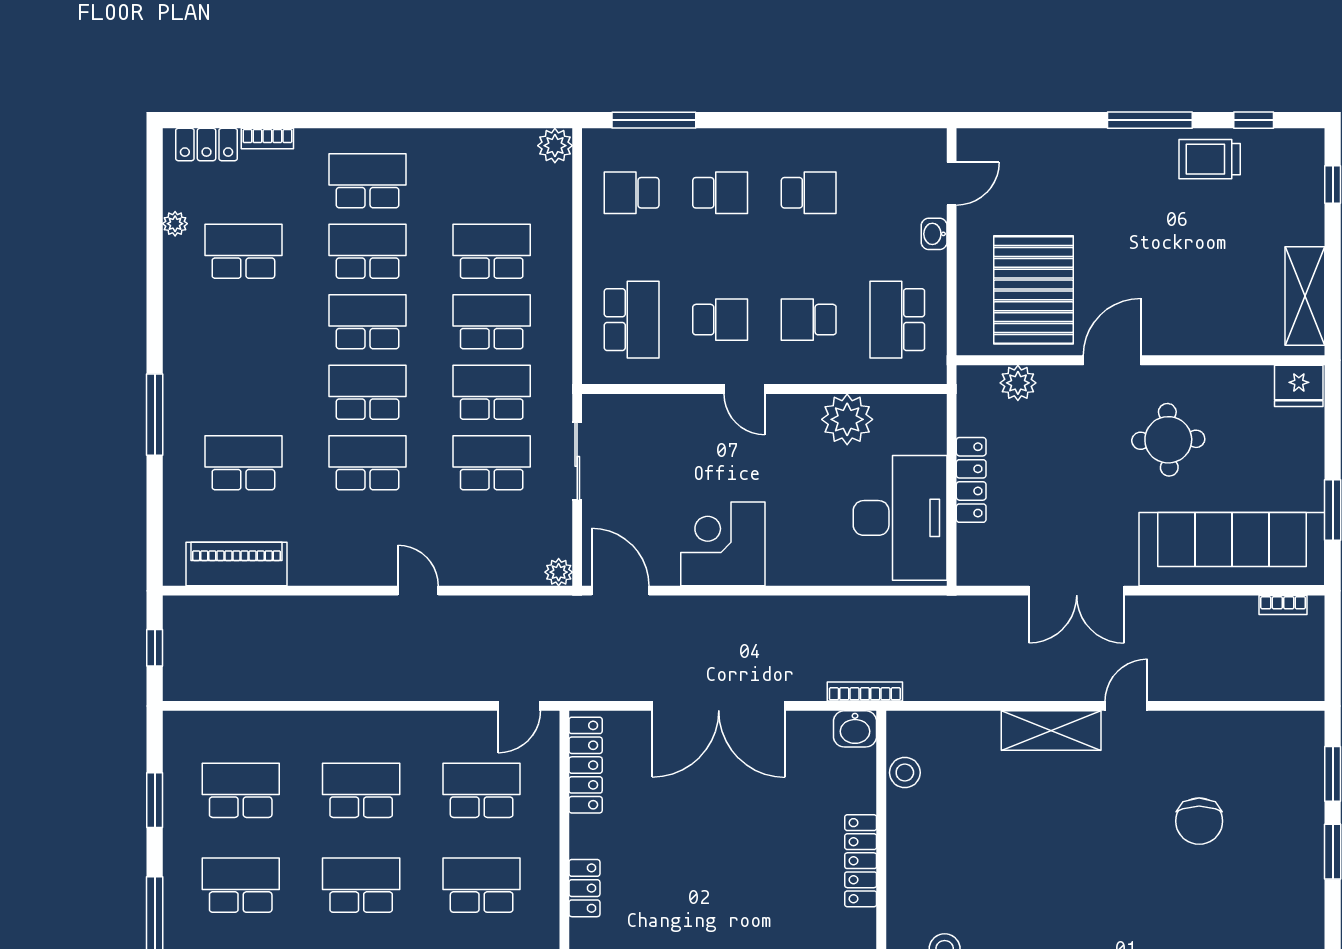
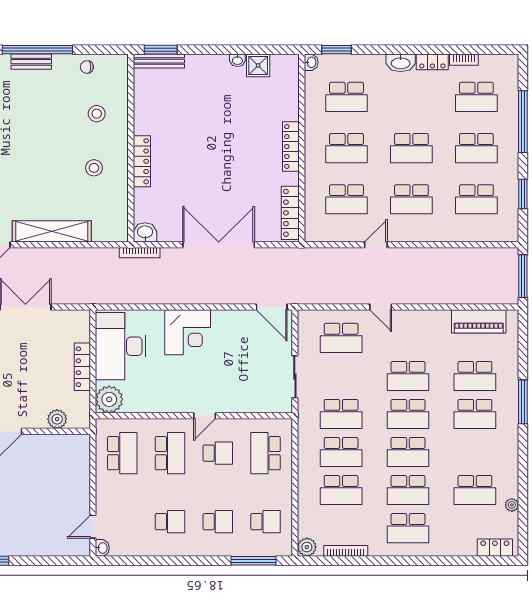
bookcase: (267, 139) -> (346, 551), moved, width x1.56
school desk: (720, 193) -> (218, 522), turned 180
school desk: (809, 193) -> (170, 522), turned 180
washbasin: (934, 234) -> (102, 548), moved
pallet: (1034, 290) -> (49, 469), removed
school desk: (720, 320) -> (218, 453), turned 180
school desk: (809, 320) -> (170, 453), width x1.85
door: (744, 389) -> (205, 416), swing flipped
school desk: (243, 392) -> (475, 414), added
plant: (847, 419) -> (109, 399), moved
school desk: (492, 463) -> (341, 338), moved
corner desk: (723, 544) -> (188, 332), moved
plant: (559, 572) -> (305, 317), removed
window: (155, 648) -> (523, 276), width x2.17
door: (519, 706) -> (376, 245), moved
shelving: (1051, 731) -> (52, 231), width x1.47
stool: (905, 773) -> (94, 168), moved
locker: (584, 888) -> (291, 146), width x1.53

